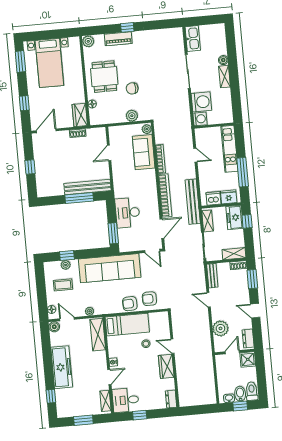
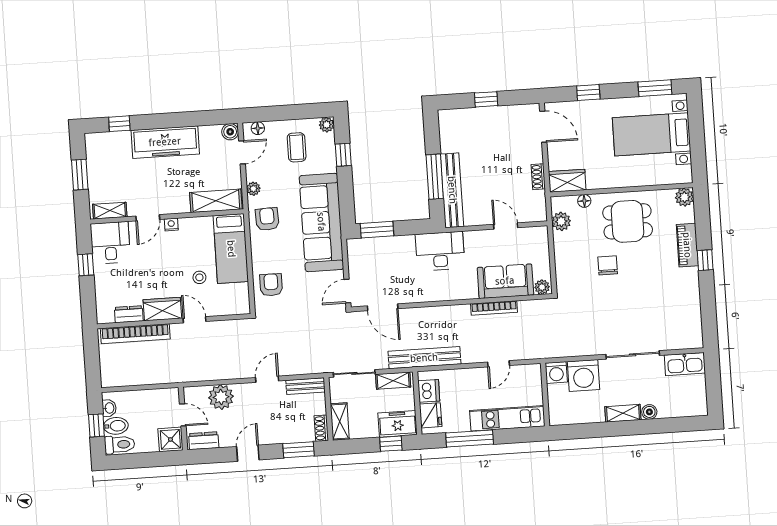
plant: (132, 116) -> (561, 221), moved
bookcase: (165, 195) -> (135, 334), moved
desk: (128, 213) -> (440, 251), moved
plant: (66, 265) -> (327, 125), moved
armchair: (130, 304) -> (267, 219), moved
door: (173, 346) -> (195, 320), hinge flipped
door: (109, 377) -> (148, 218), hinge flipped
dresser: (171, 399) -> (129, 314), moved

